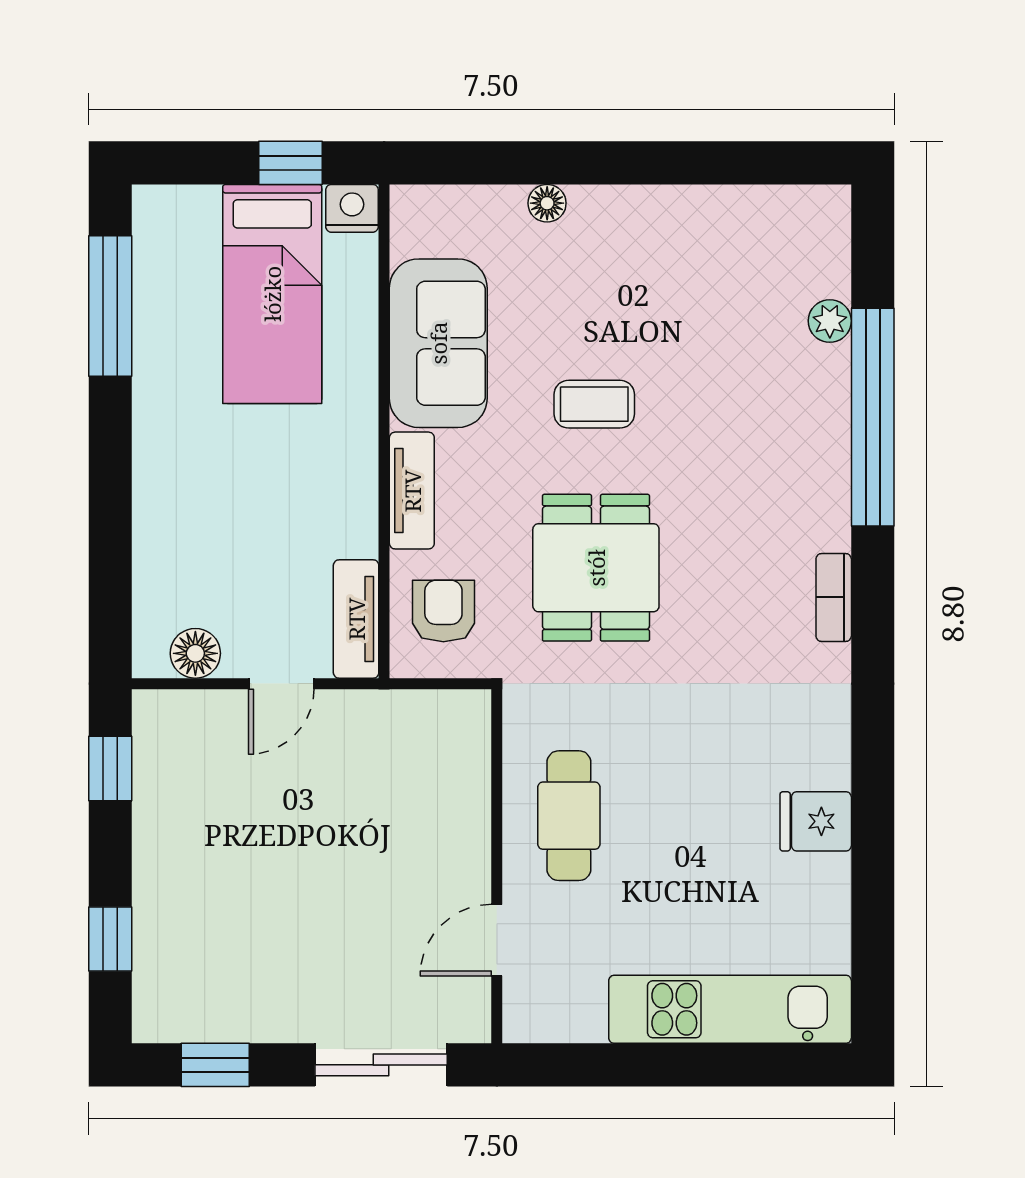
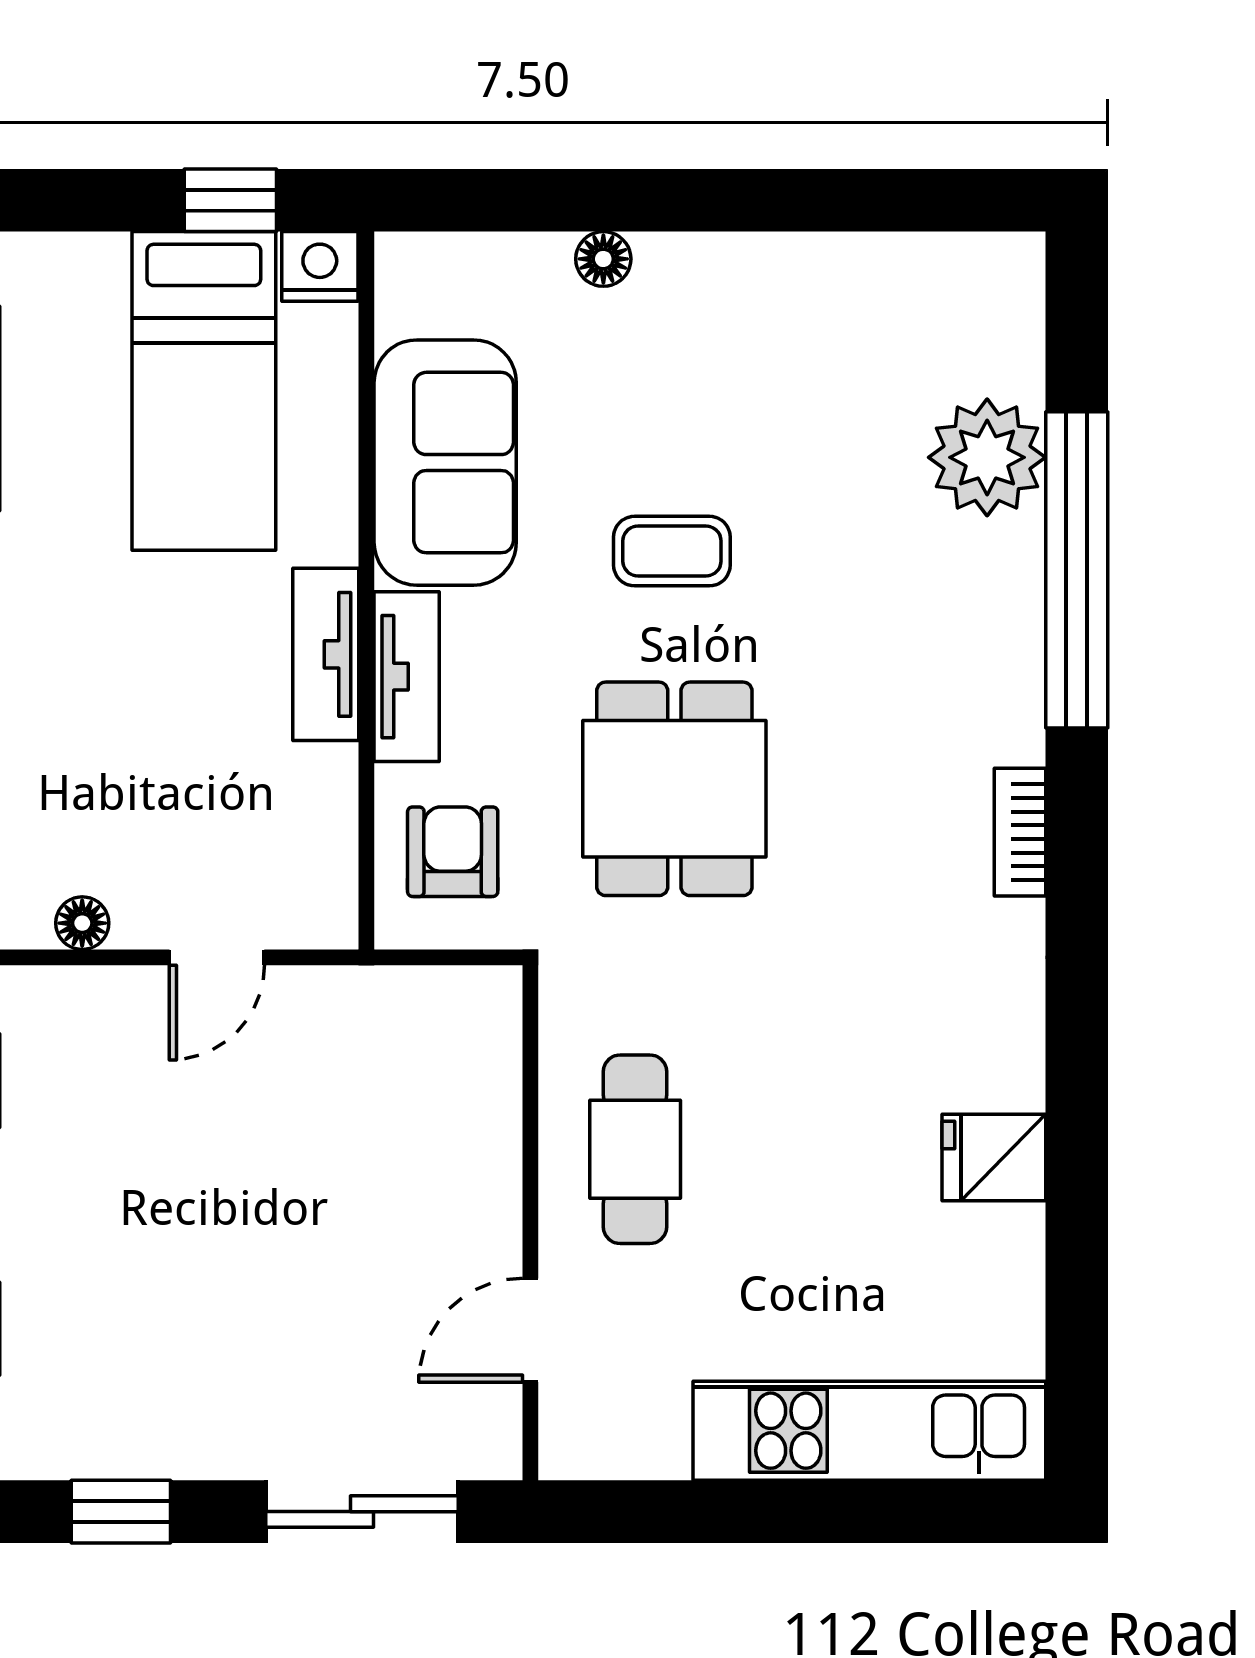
plant: (830, 321) -> (987, 457), width x1.88, depth x1.88
tv unit: (356, 619) -> (326, 654), moved
floor lamp: (195, 653) -> (82, 923), width x0.73, depth x0.73

